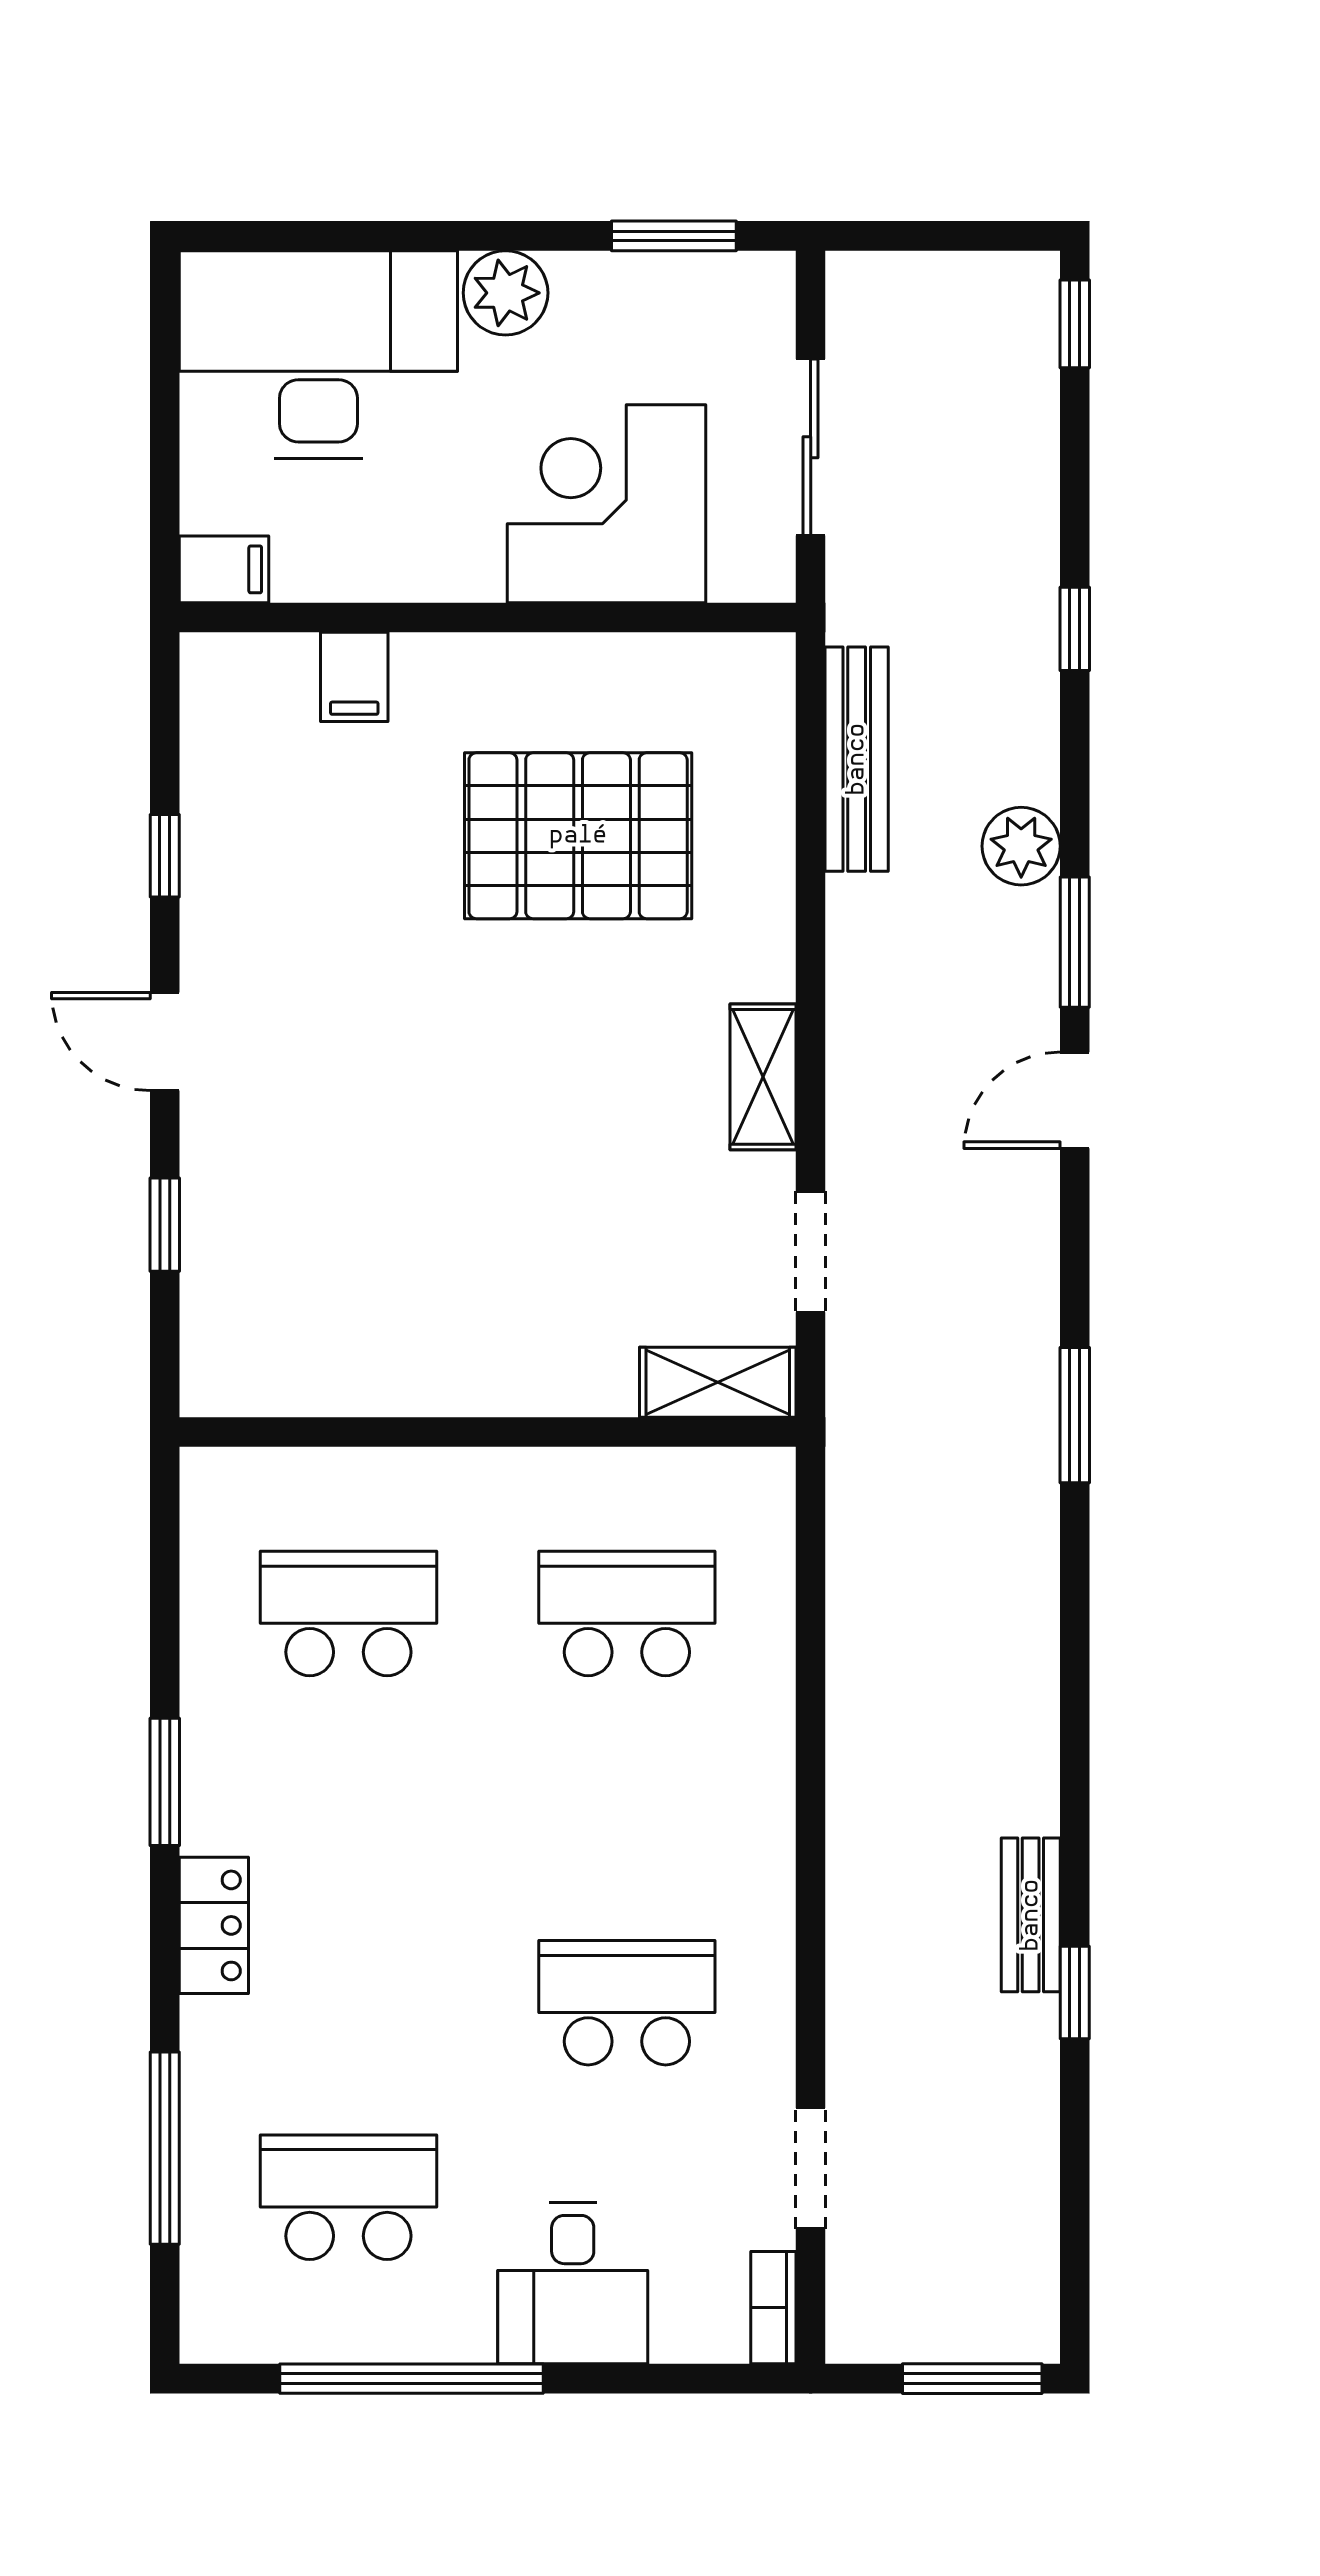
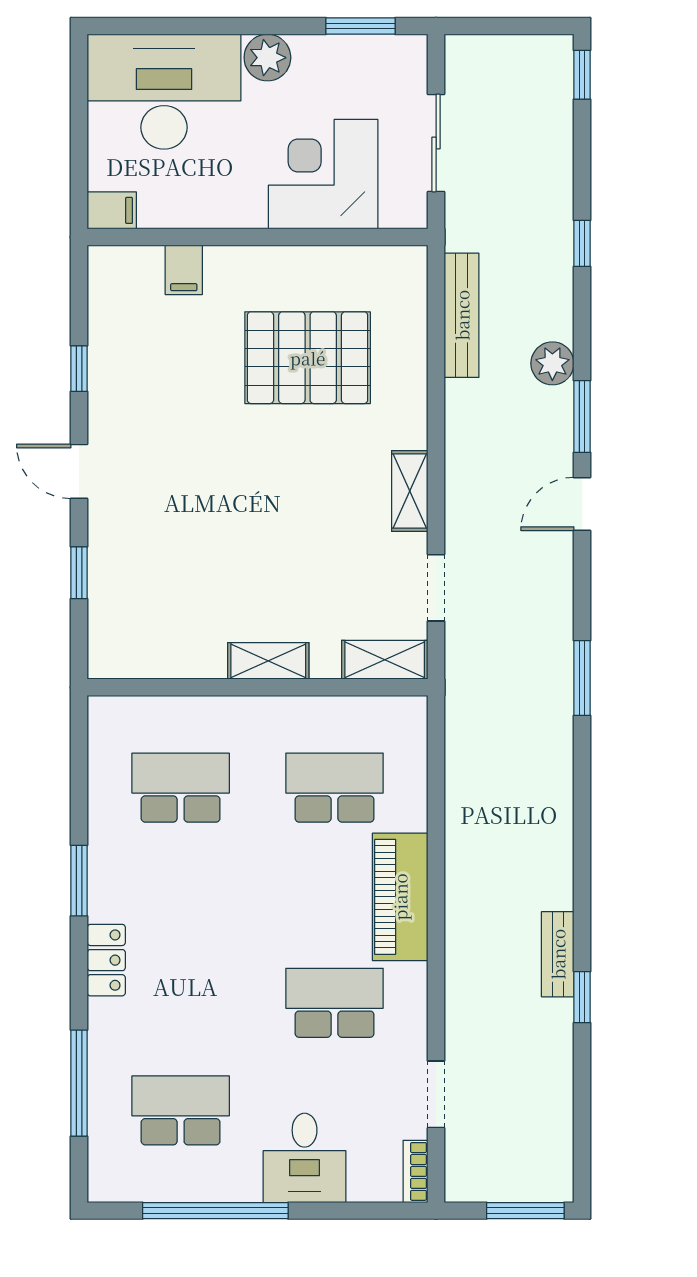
shelving: (507, 1384) -> (268, 661), added
piano: (746, 1811) -> (400, 897), added

